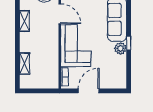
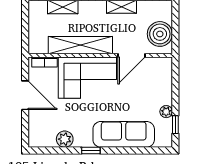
plant: (120, 48) -> (65, 139), moved
shelving: (52, 51) -> (80, 45), added

